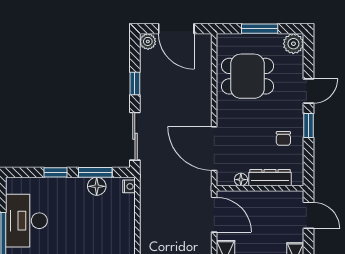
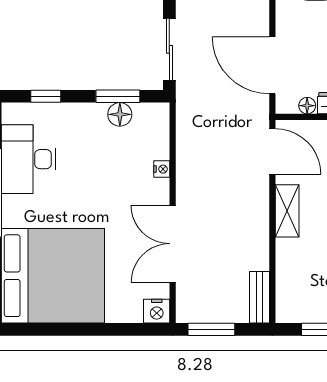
window: (55, 172) -> (46, 96), moved
nightstand: (129, 186) -> (162, 169), moved

